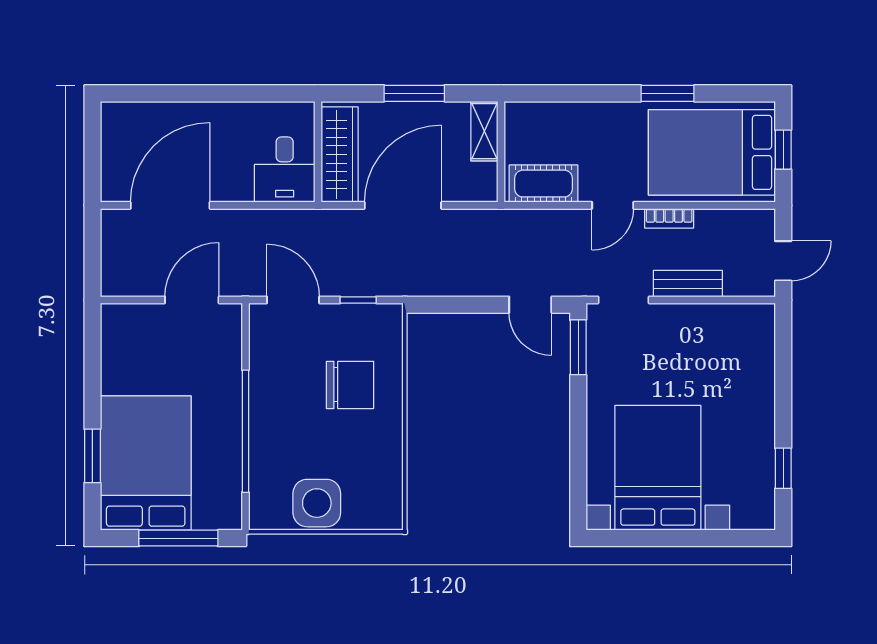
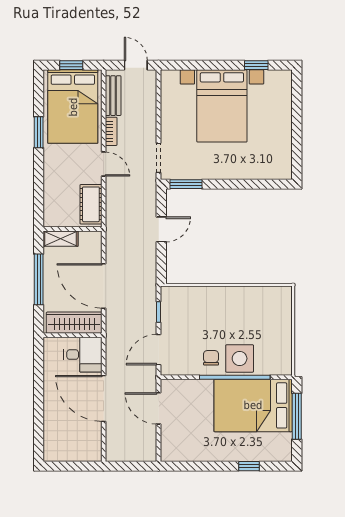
window: (414, 93) -> (39, 279), width x1.44
door: (170, 205) -> (104, 398), moved
bench: (688, 284) -> (113, 96), moved
door: (530, 305) -> (161, 229), moved
chair: (350, 385) -> (211, 358), moved, width x0.54, depth x0.54
window: (92, 456) -> (249, 466), width x0.67
bed: (146, 463) -> (253, 405), moved
bed with nightstands: (658, 468) -> (222, 106), moved, turned -90
side table: (317, 503) -> (240, 358), moved

